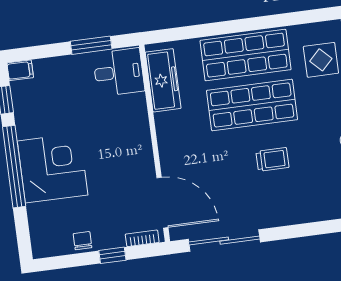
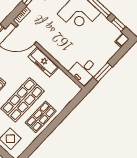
shop shelf: (245, 55) -> (41, 117), width x0.70, depth x0.74
freezer: (163, 80) -> (44, 62), moved

